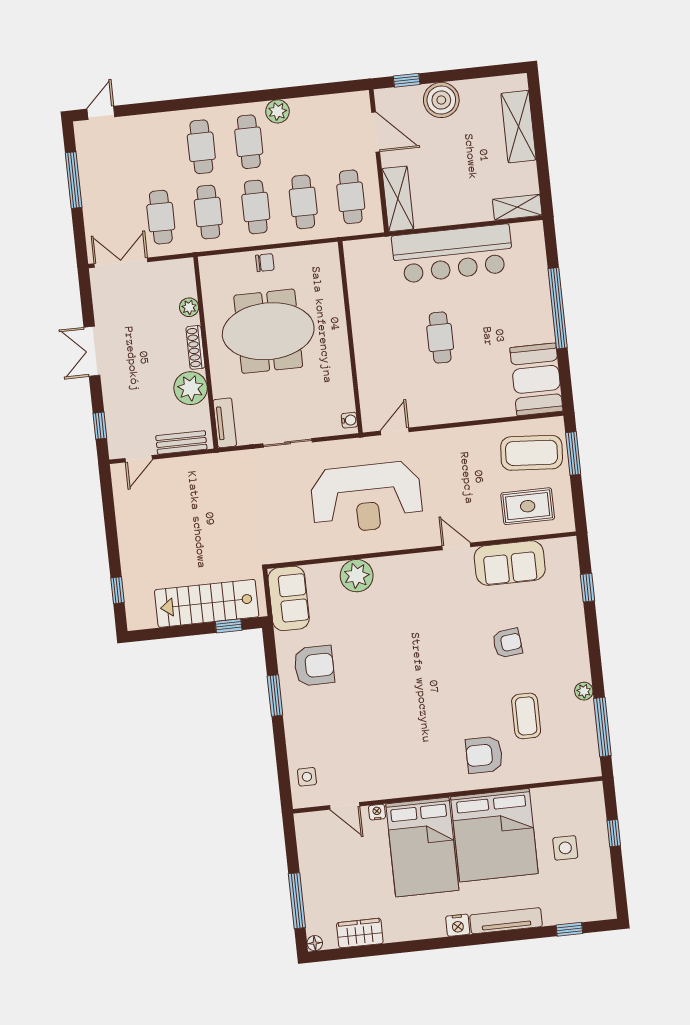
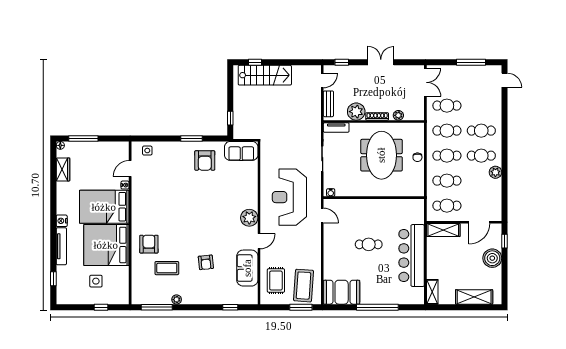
door: (139, 459) -> (322, 81), swing flipped
plant: (357, 576) -> (249, 218), moved
stairs: (207, 603) -> (265, 75), moved, turned 90

